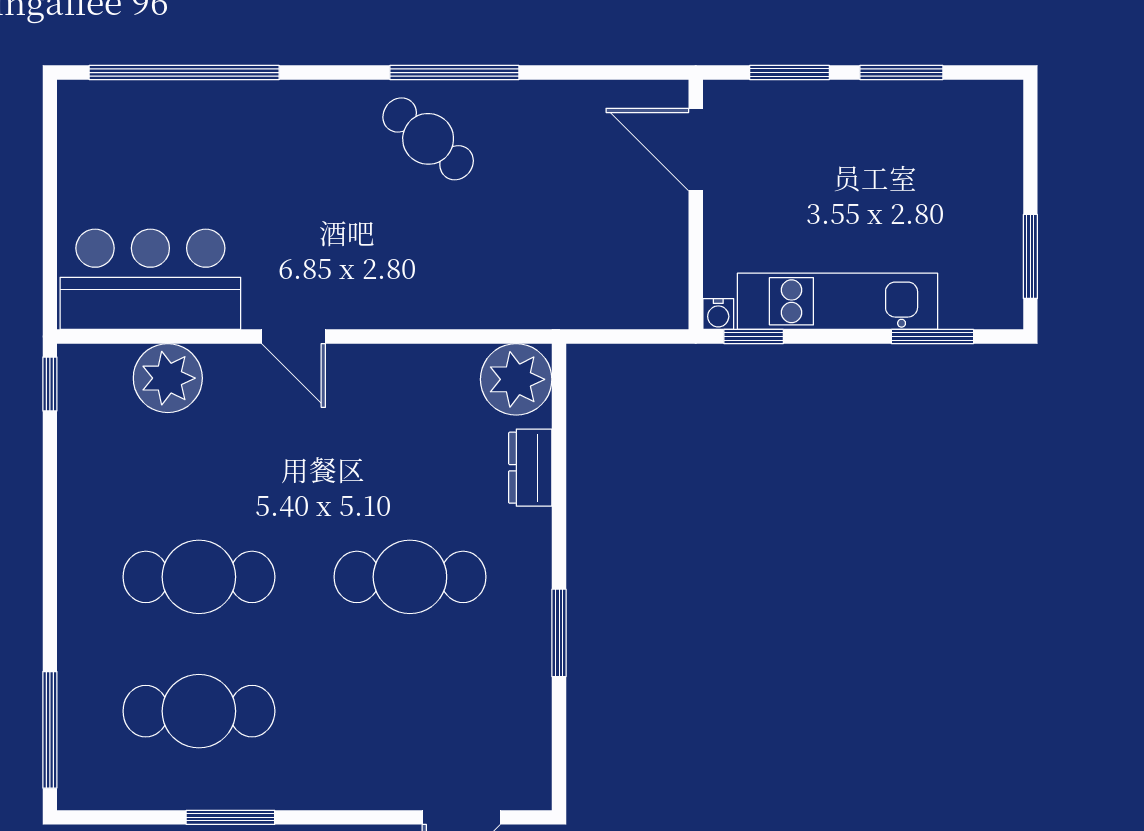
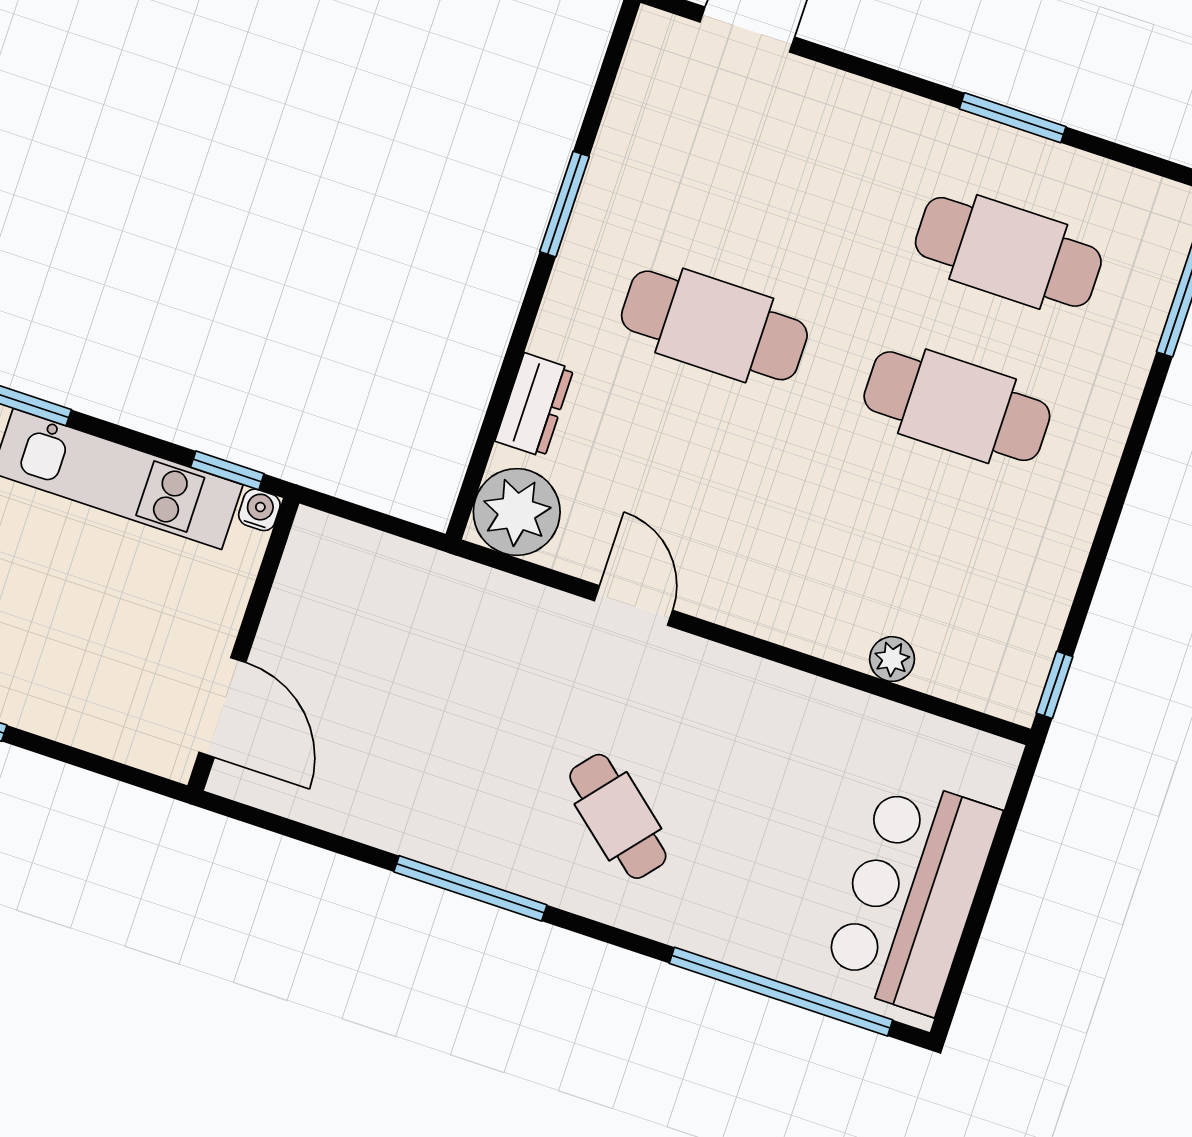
window: (790, 73) -> (85, 760), removed
cafe table: (428, 139) -> (618, 816), moved
bar counter: (150, 279) -> (911, 895), moved, turned 90
door: (294, 337) -> (634, 606), moved
plant: (168, 378) -> (892, 659), width x0.53, depth x0.53

